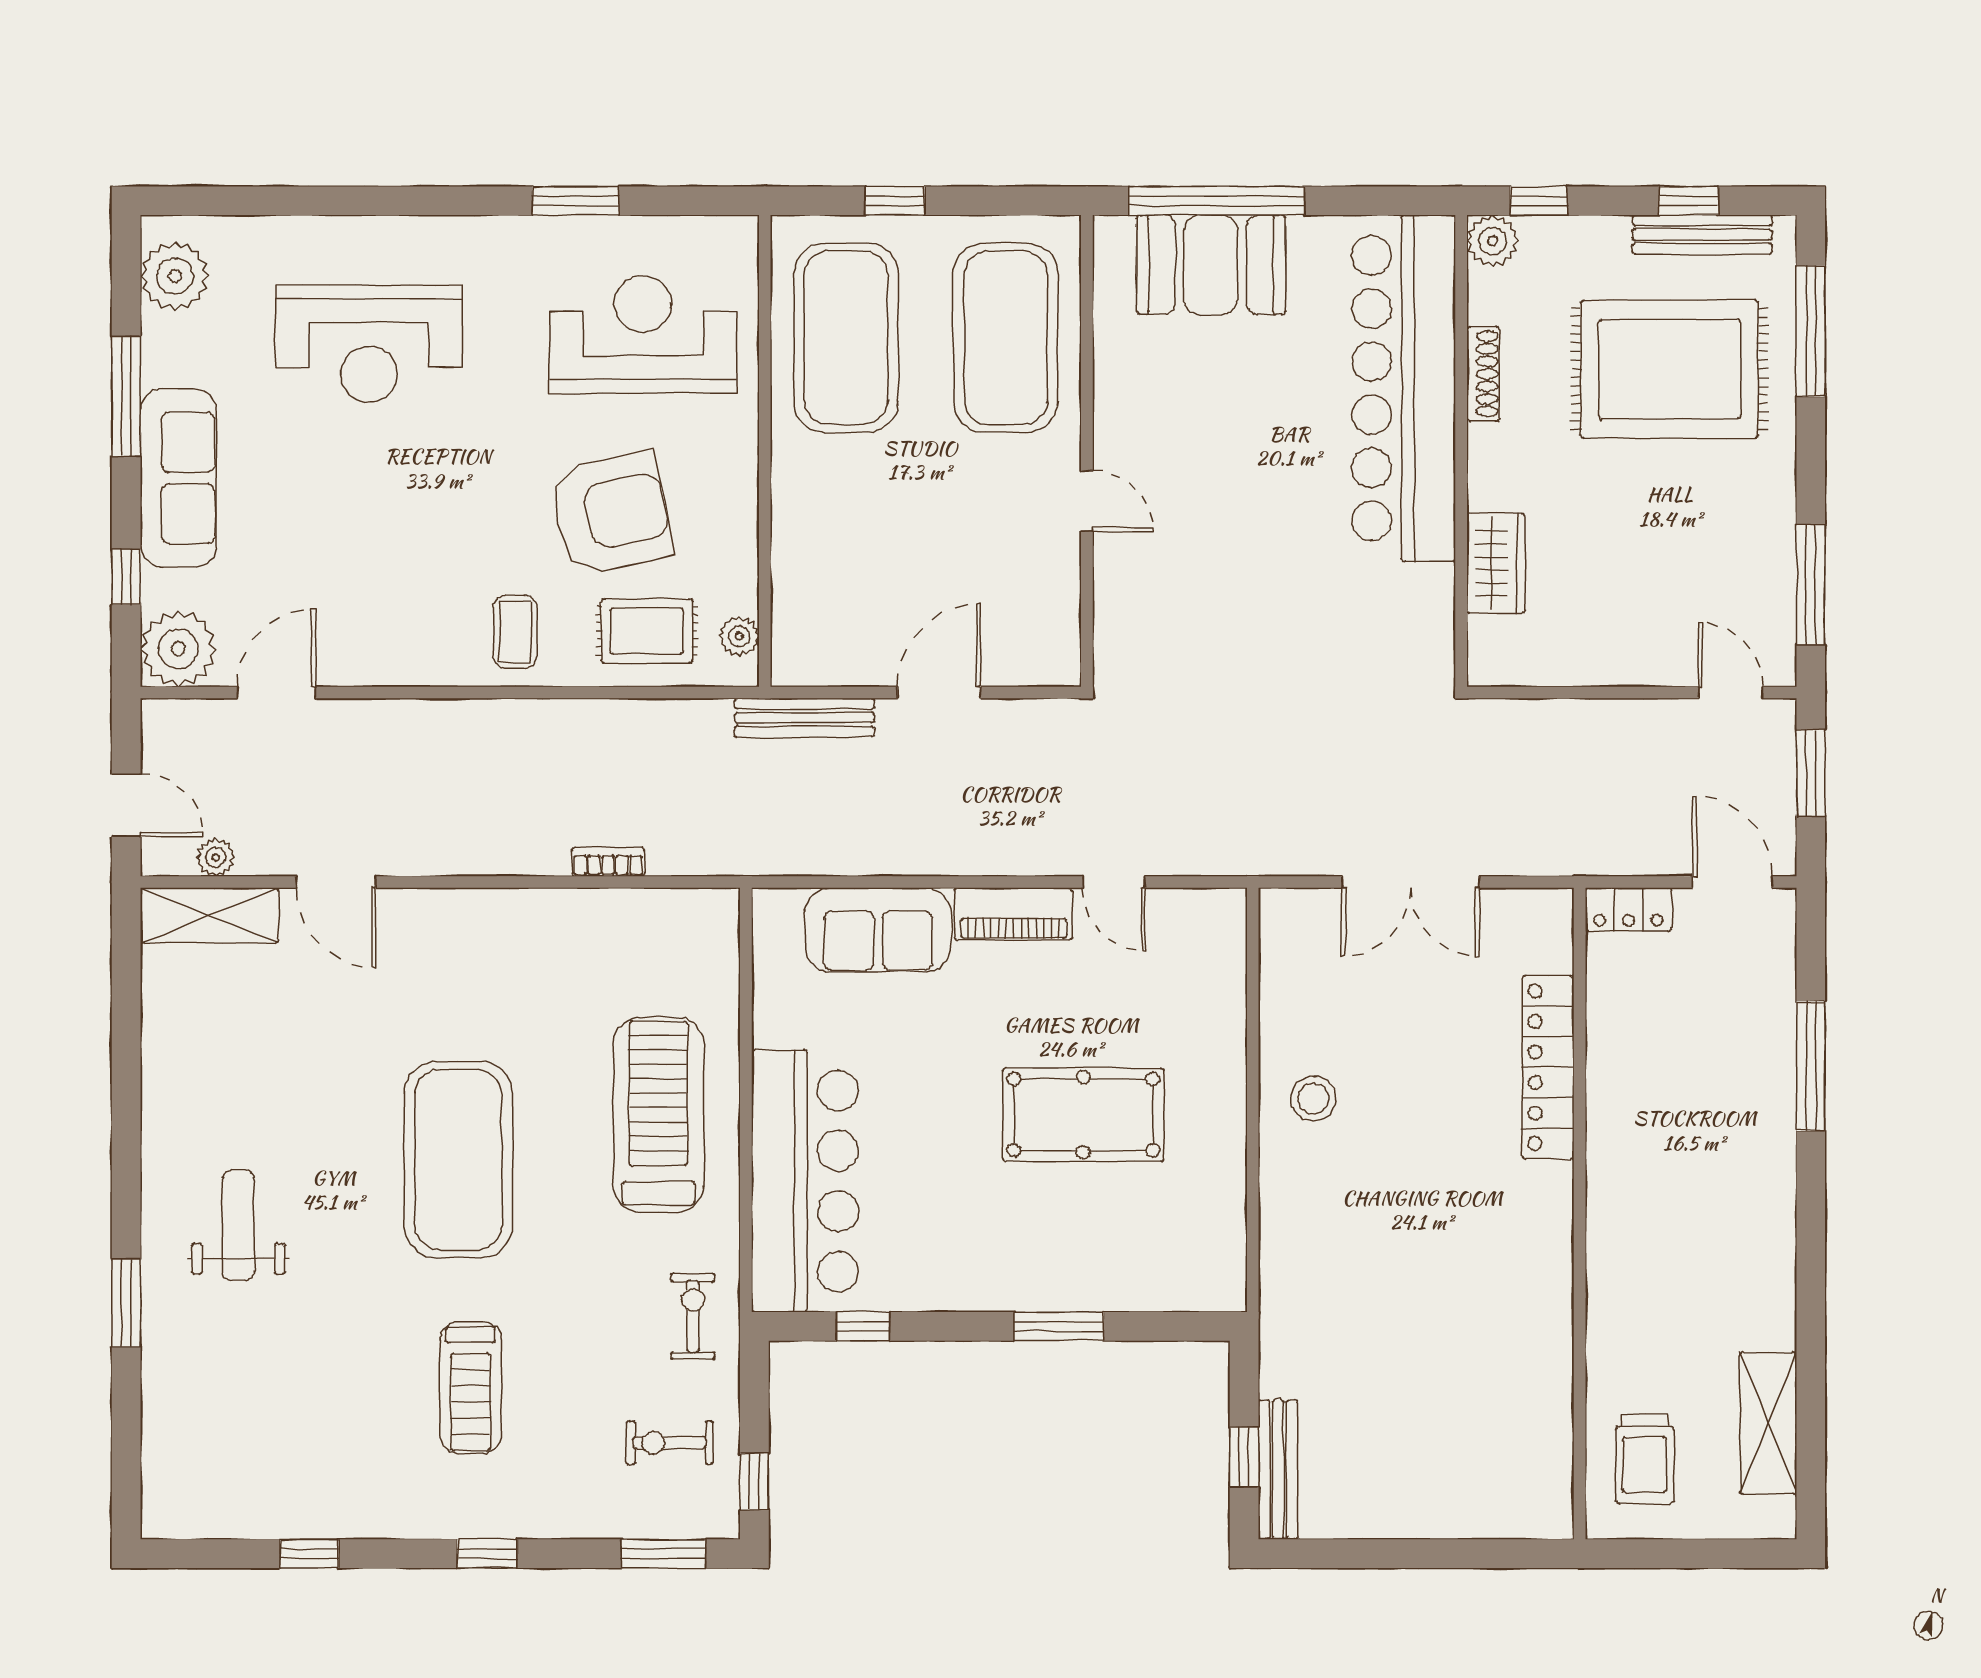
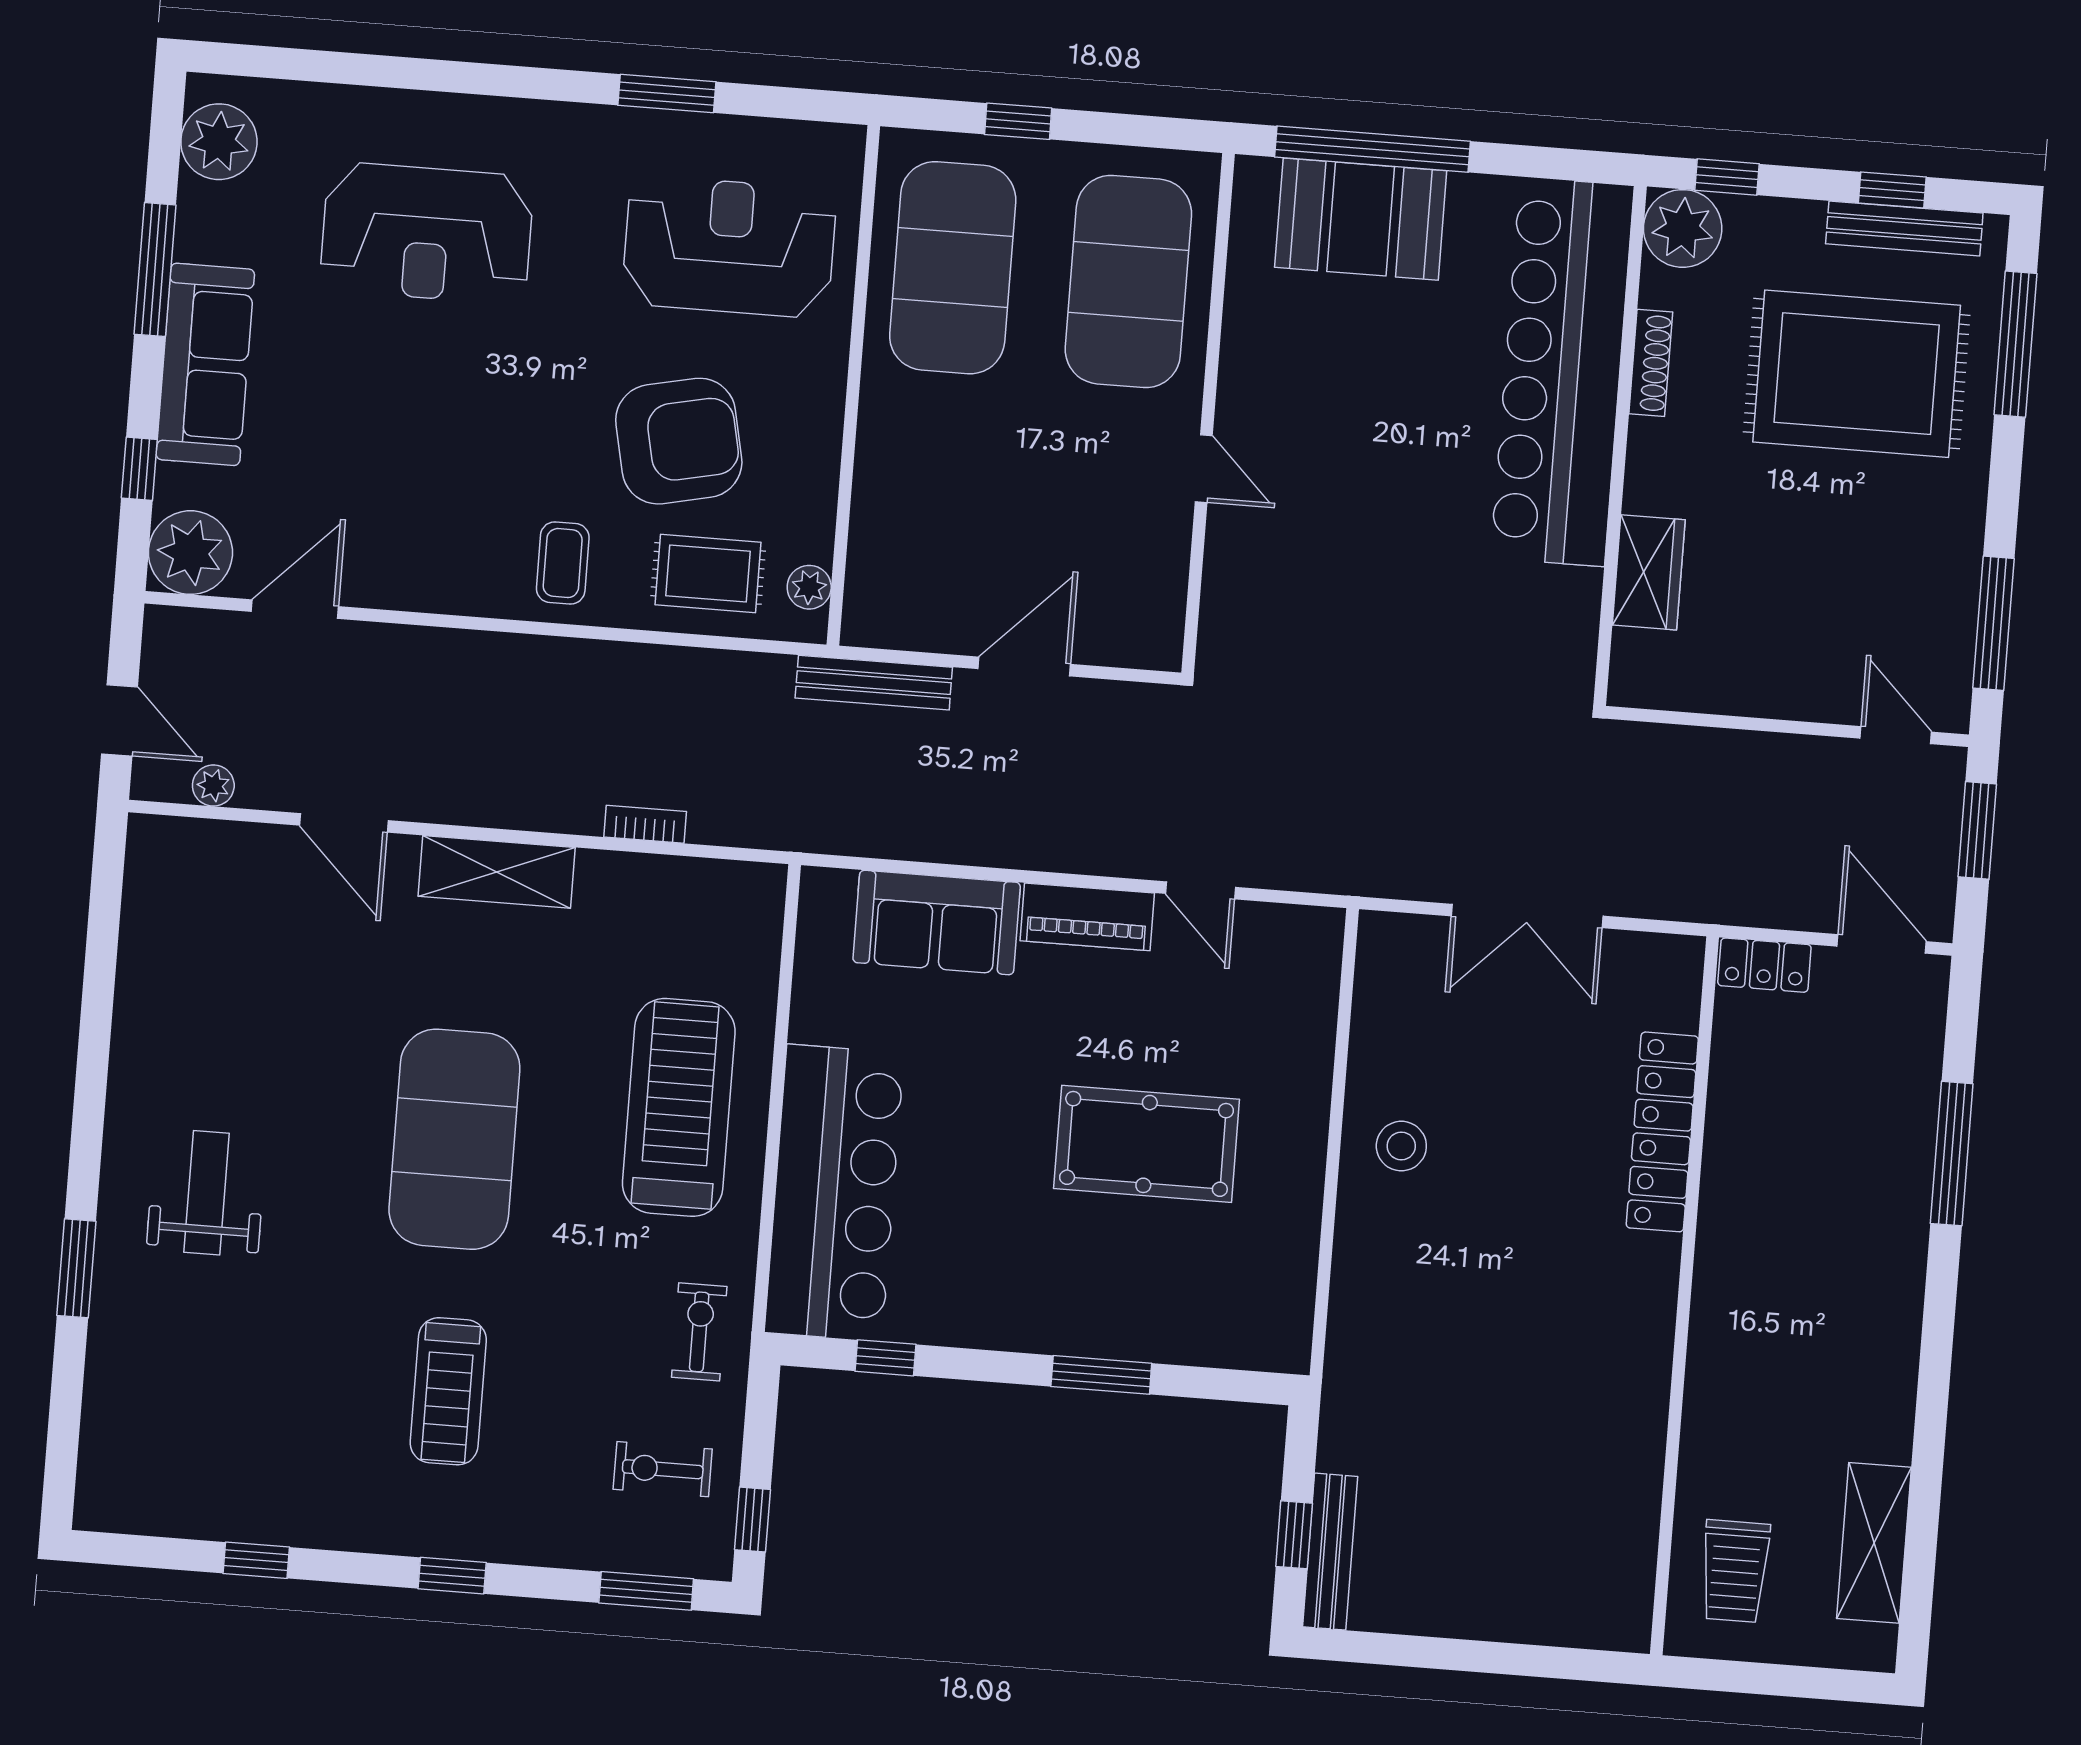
plant: (1493, 241) -> (1683, 228), width x1.36, depth x1.36
shelving: (210, 915) -> (497, 872), moved

